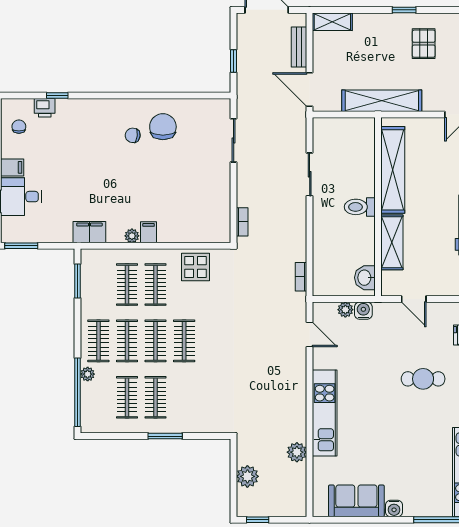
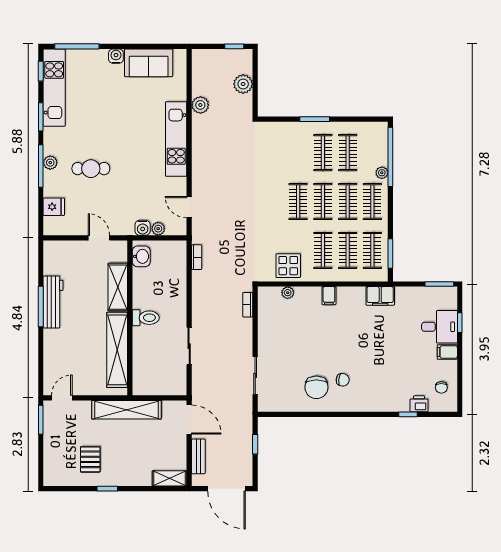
plant: (132, 236) -> (288, 293), moved
clothes rail: (98, 285) -> (372, 250), added

